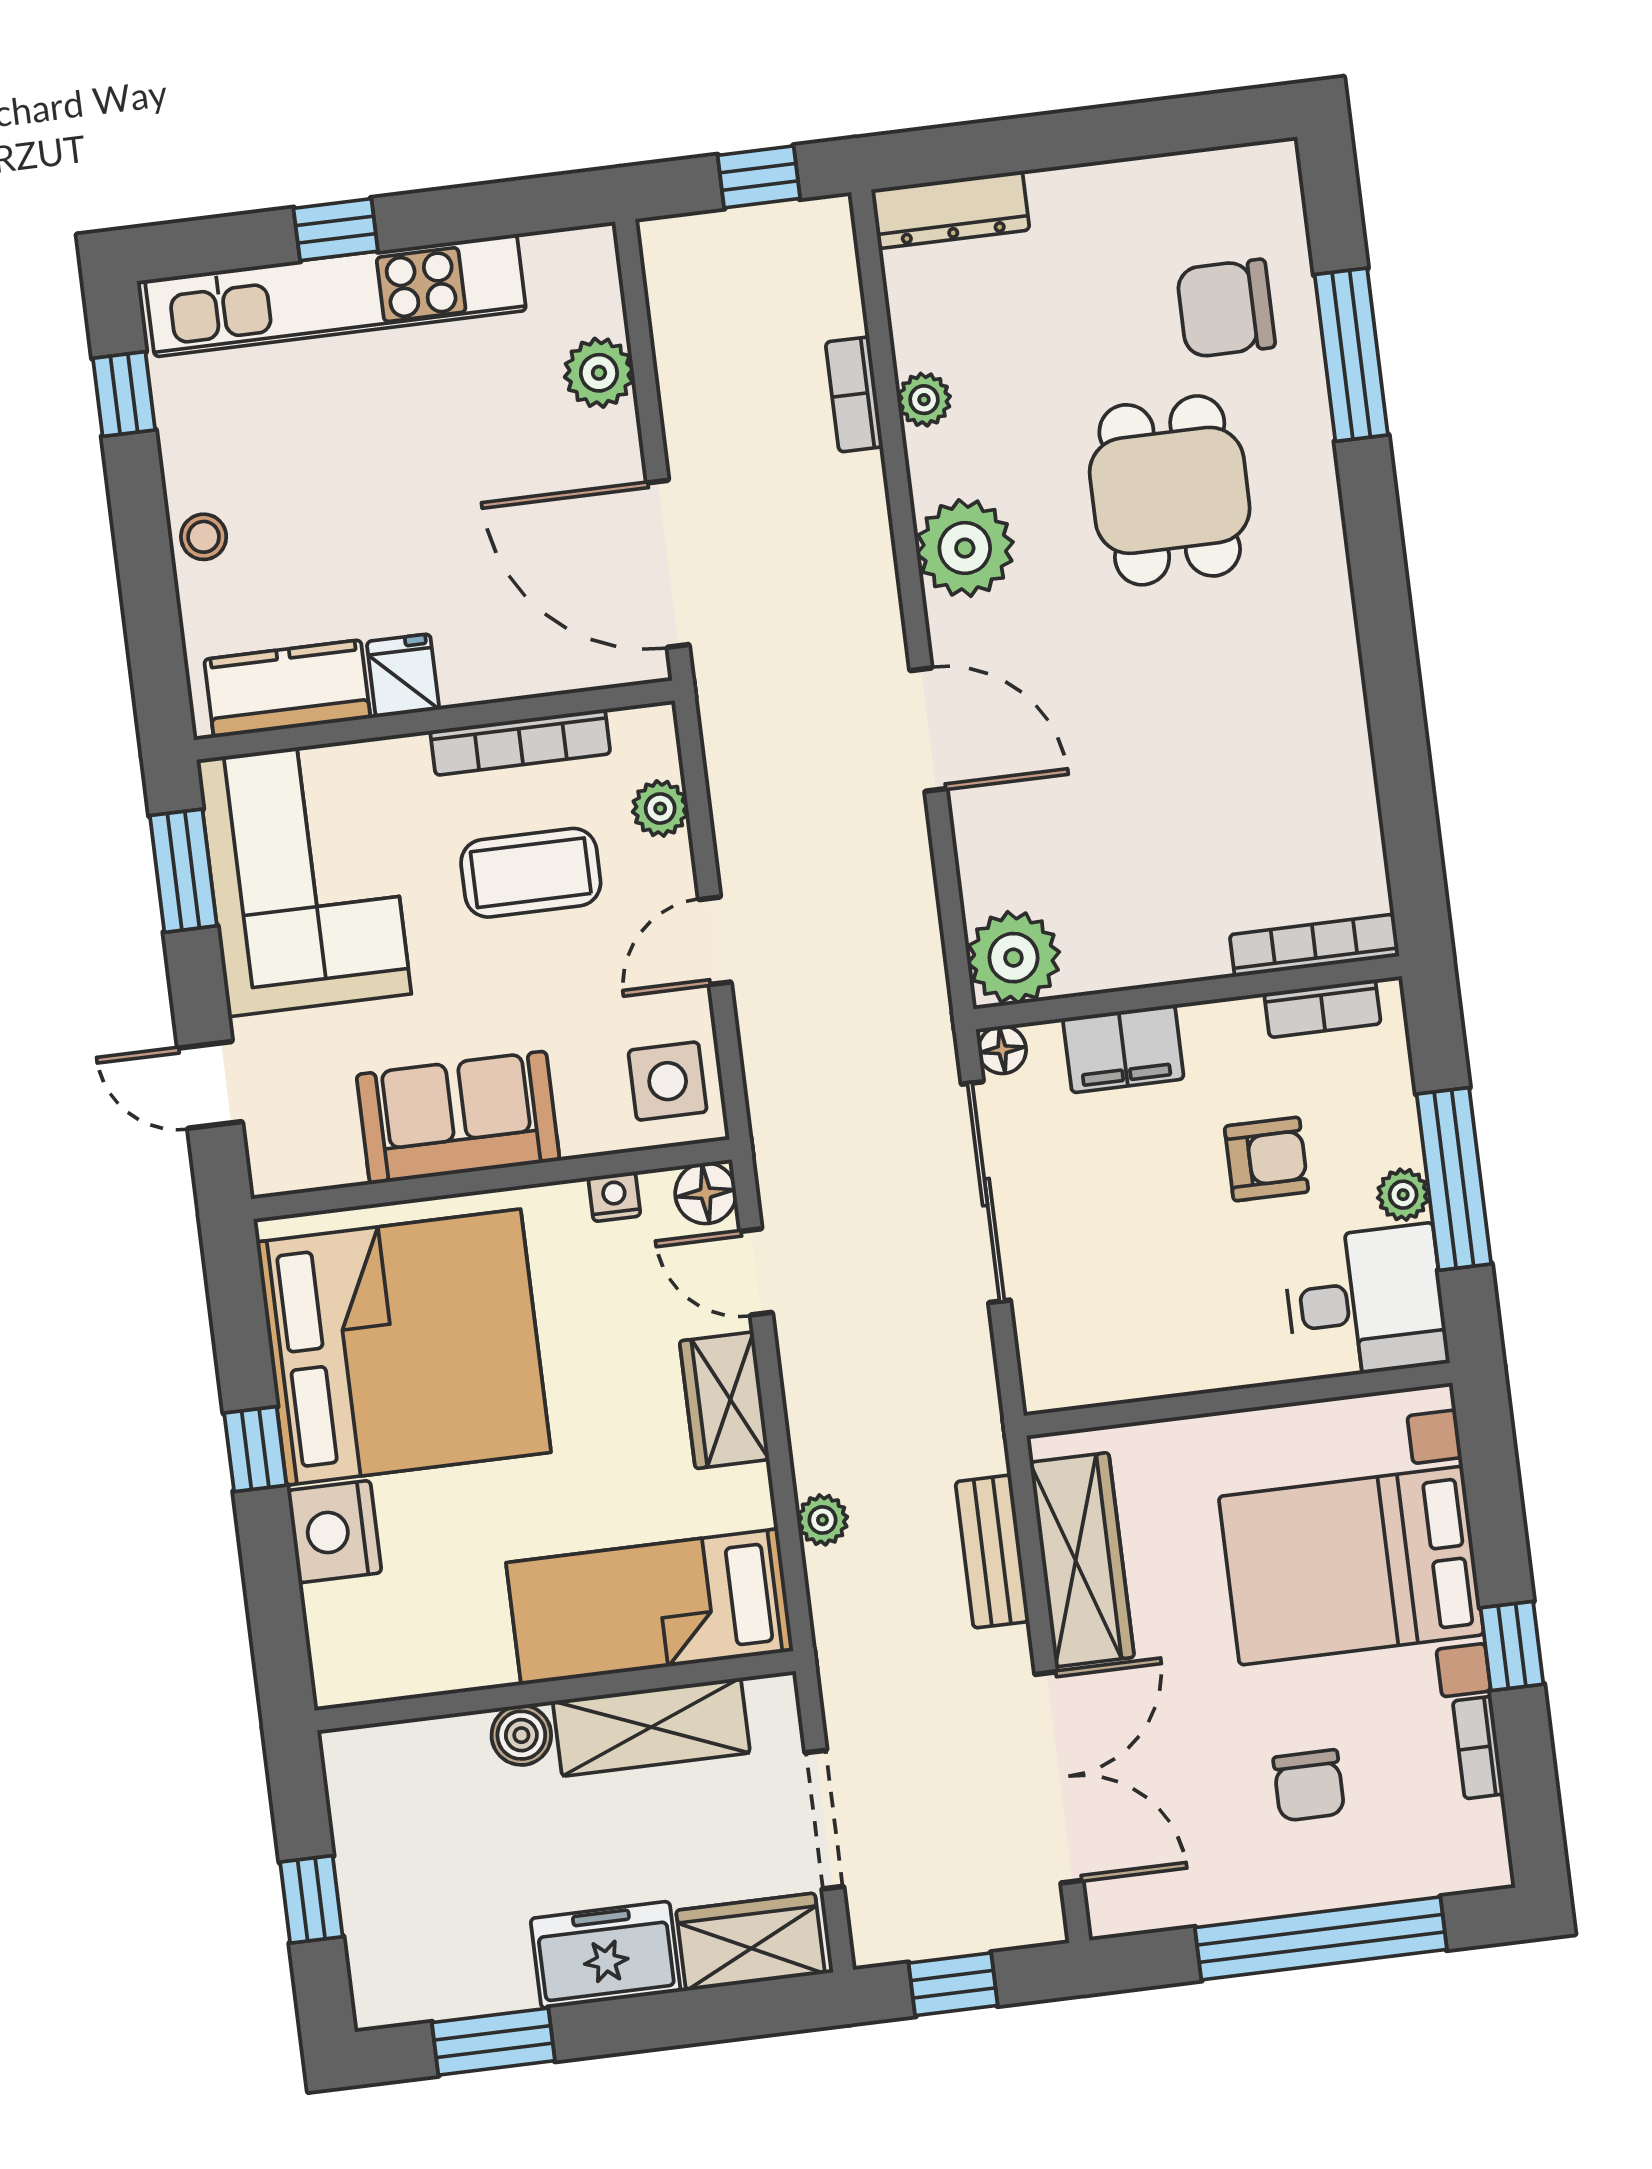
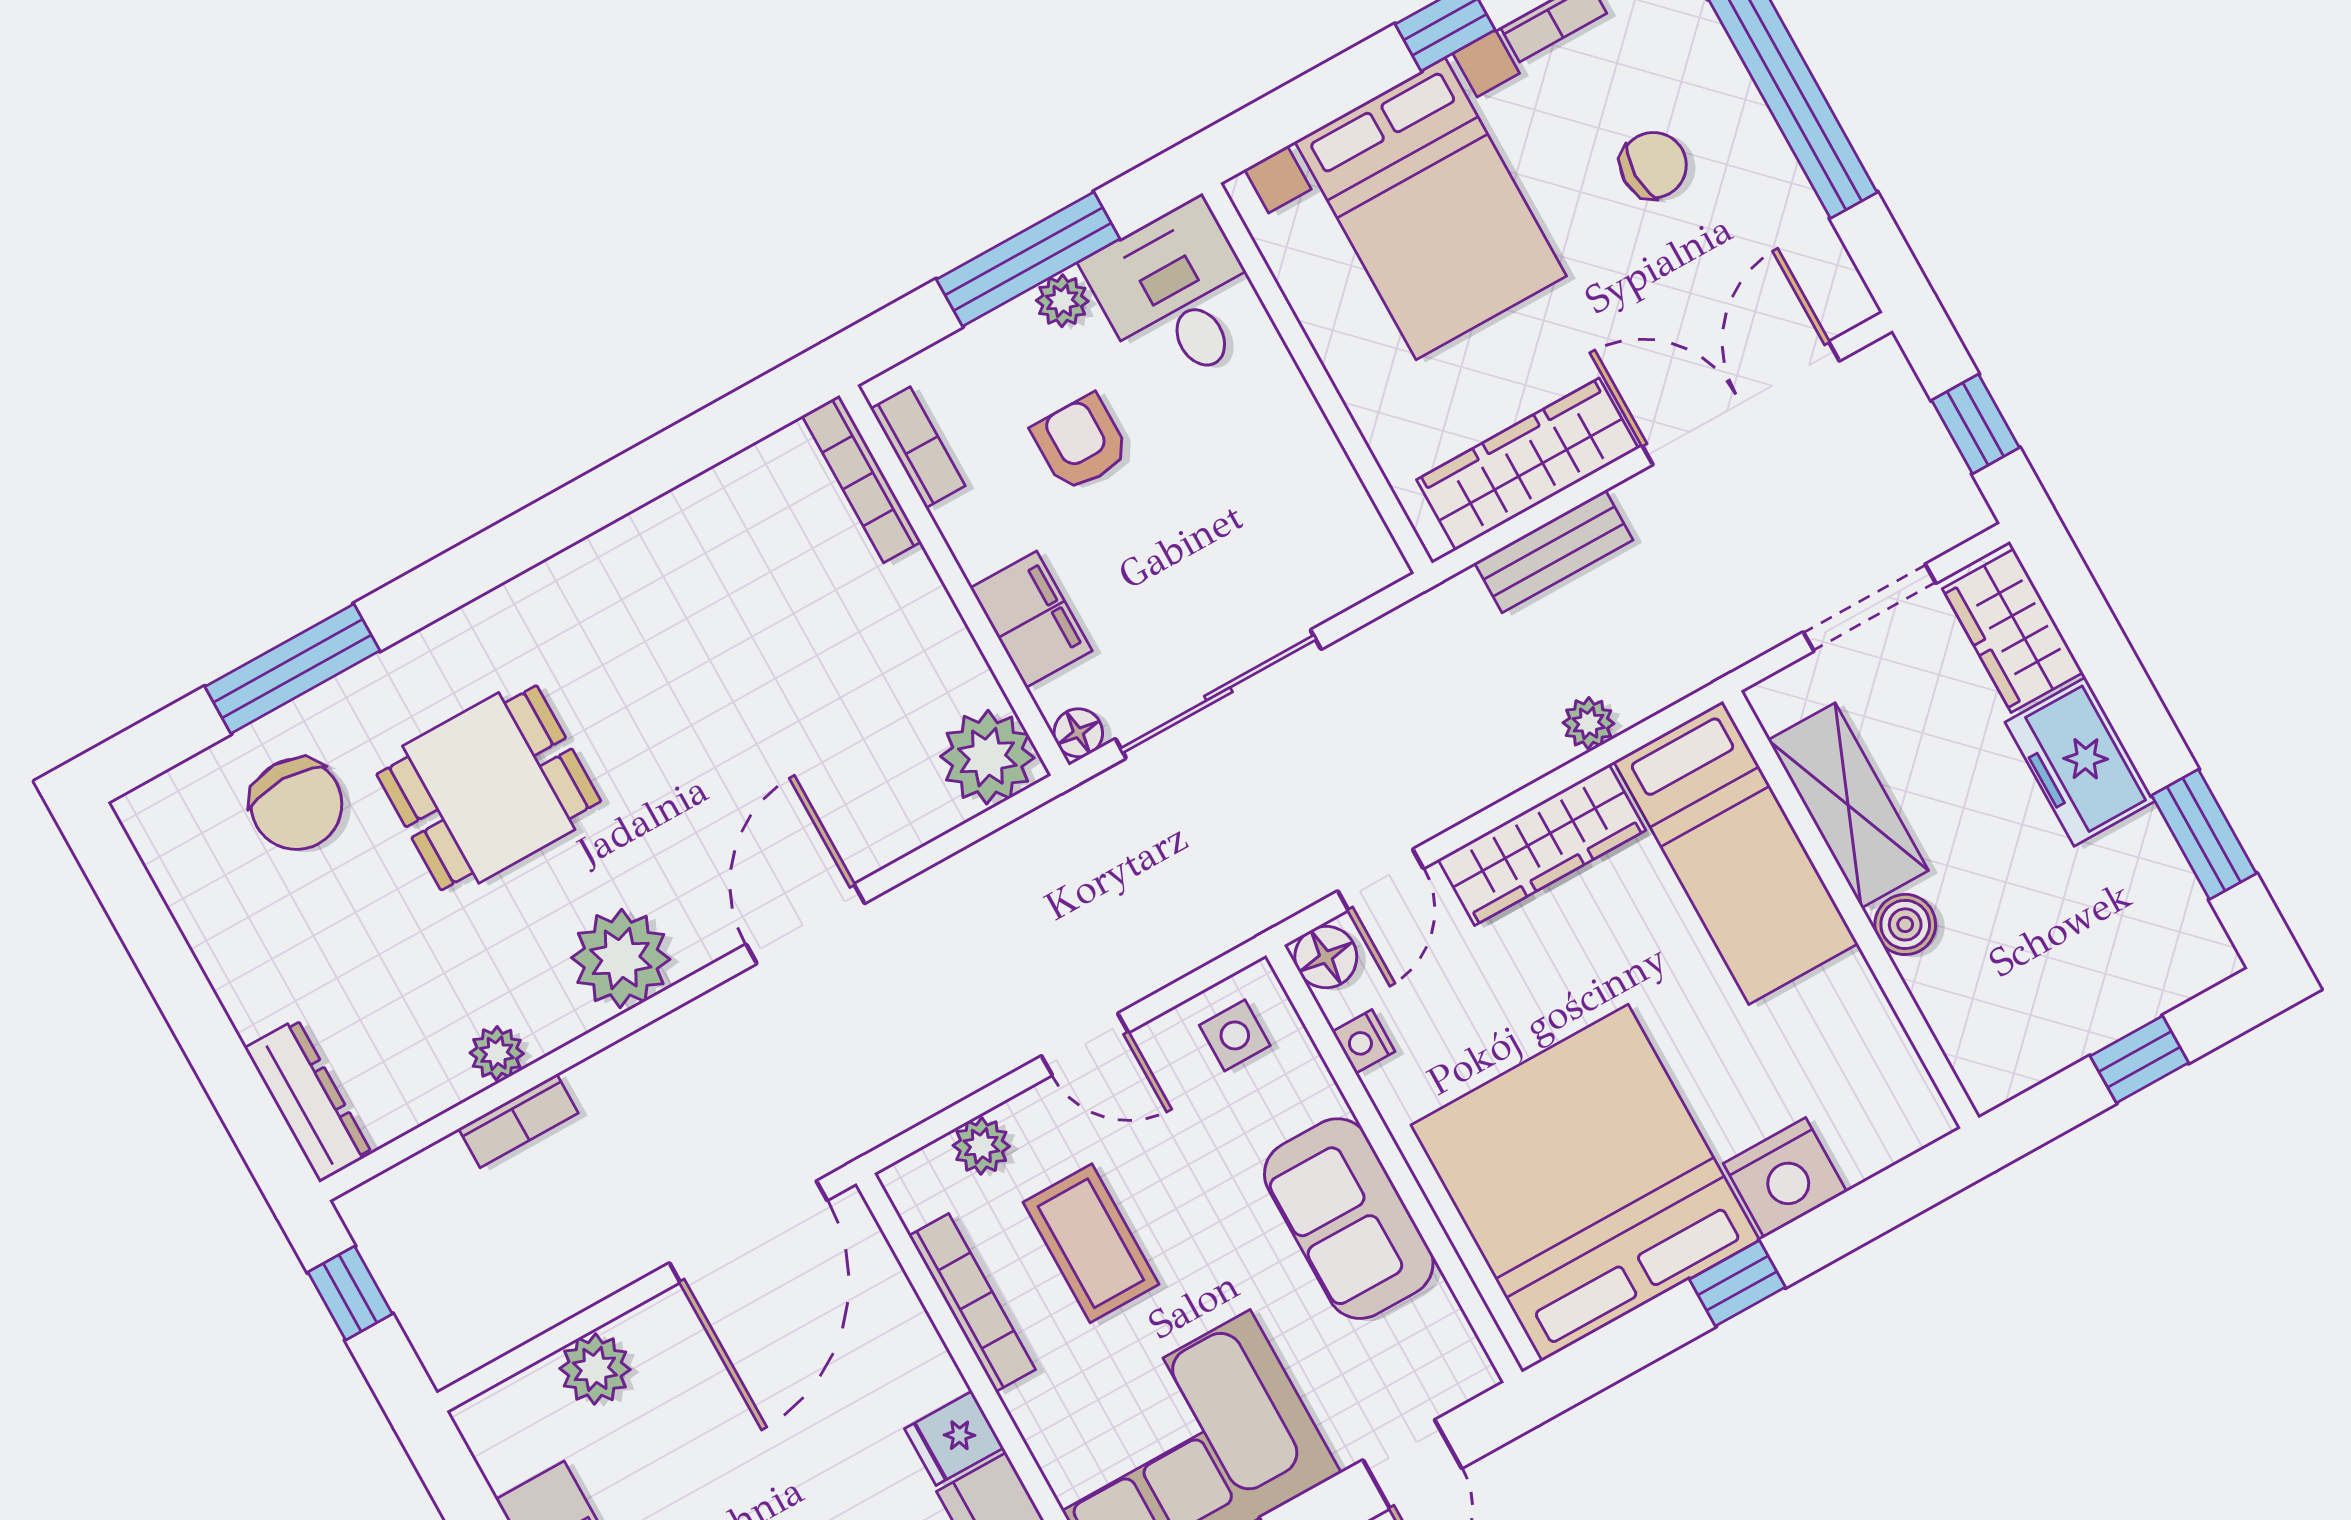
side table: (668, 1081) -> (1235, 1035), width x0.73, depth x0.73
wardrobe: (724, 1400) -> (1542, 845), width x1.50

